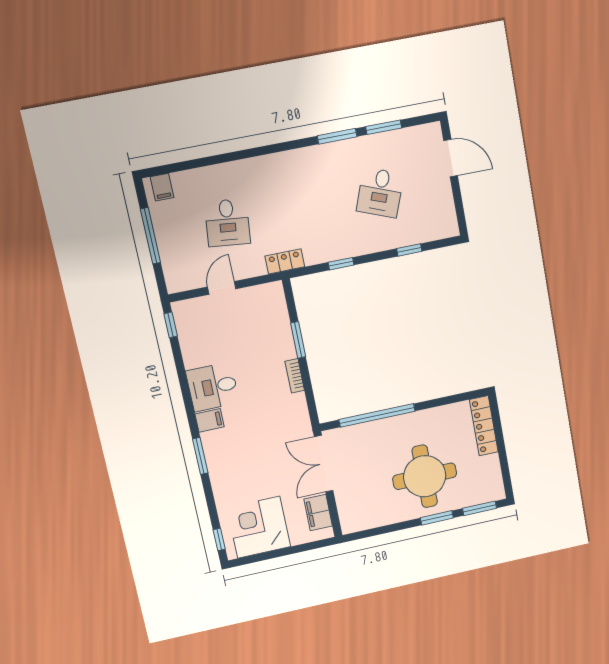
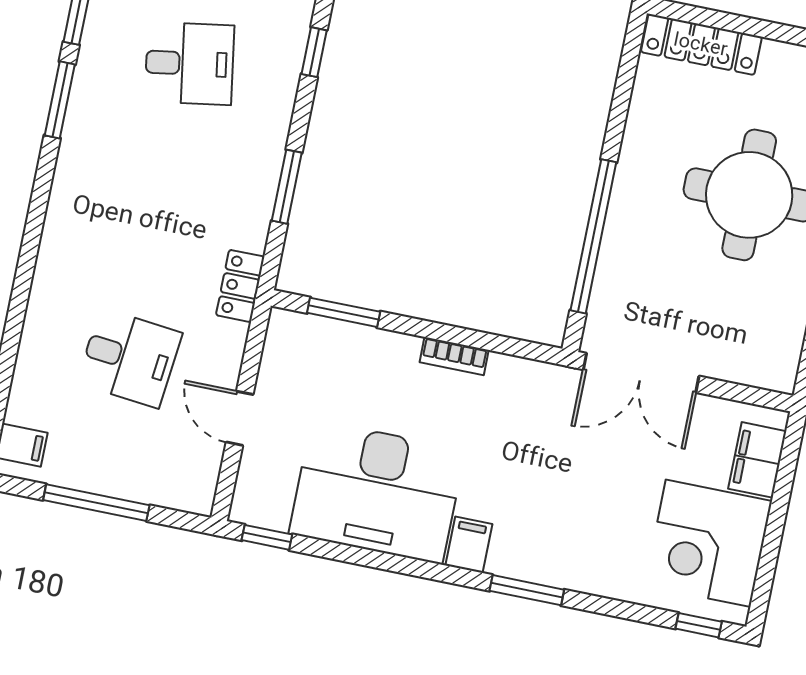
desk: (380, 192) -> (190, 63), turned -30
window: (341, 264) -> (287, 187), width x1.50
window: (298, 340) -> (344, 312), moved
desk: (213, 387) -> (377, 492), width x1.87, depth x1.30
filing cabinet: (318, 513) -> (757, 460), moved, turned 90

